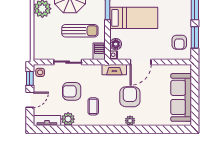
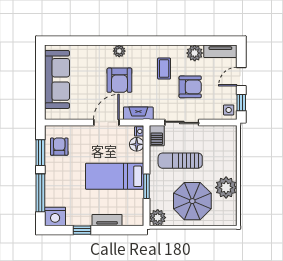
sliding door: (68, 62) -> (182, 122), moved

